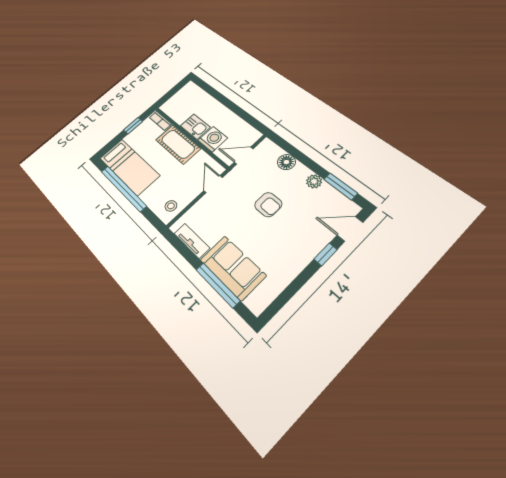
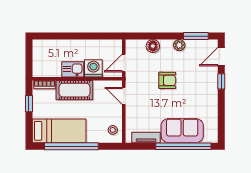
window: (218, 285) -> (183, 146), width x1.46

